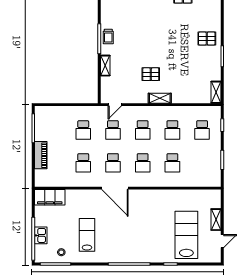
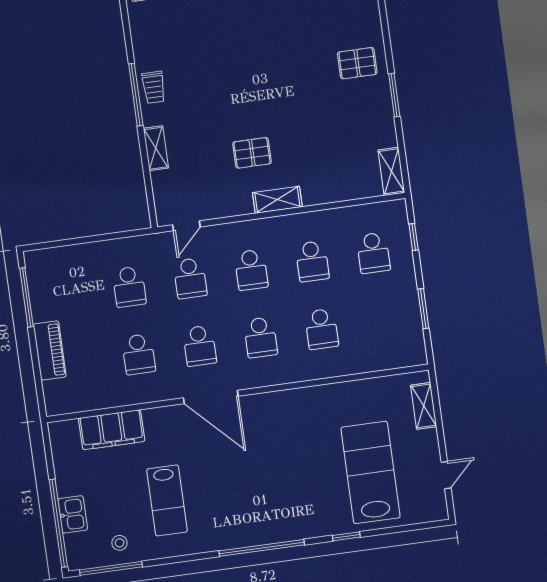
filing cabinet: (50, 197) -> (112, 430), moved
shelving: (216, 220) -> (424, 406), moved
lab bench: (87, 235) -> (167, 500), turned 180

